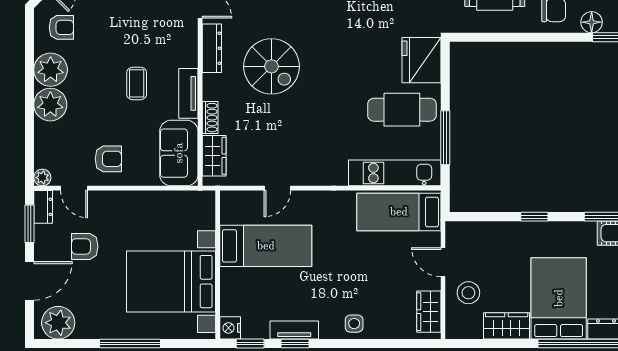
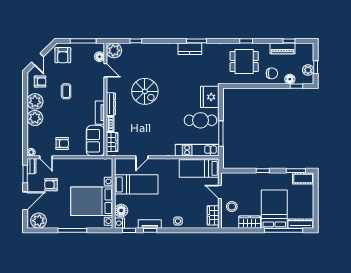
dresser: (212, 48) -> (111, 104), moved
spiral stairs: (272, 66) -> (145, 91), moved
coffee table: (137, 83) -> (66, 91), moved
floor lamp: (234, 301) -> (121, 211), added

